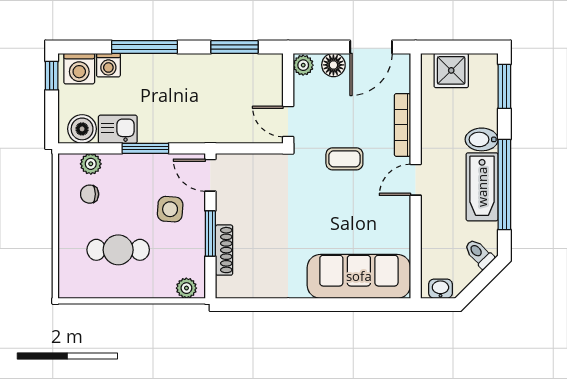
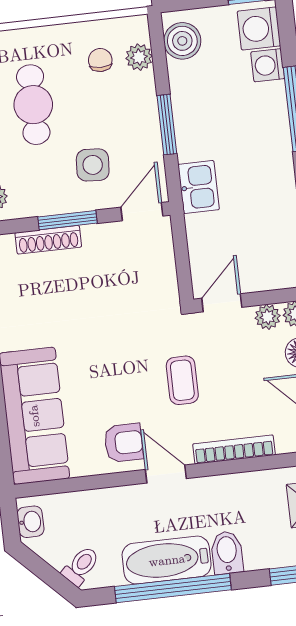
plant: (303, 87) -> (268, 317), added
kitchen sink: (118, 129) -> (199, 187), moved
armchair: (388, 210) -> (124, 443), added

